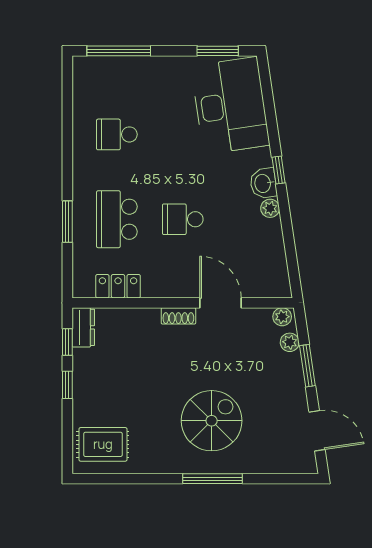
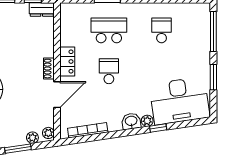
window: (218, 51) -> (213, 77), moved
window: (279, 170) -> (158, 128), moved
plant: (270, 208) -> (147, 121), moved
bookcase: (278, 253) -> (88, 130), added
locker: (118, 286) -> (67, 62), moved

